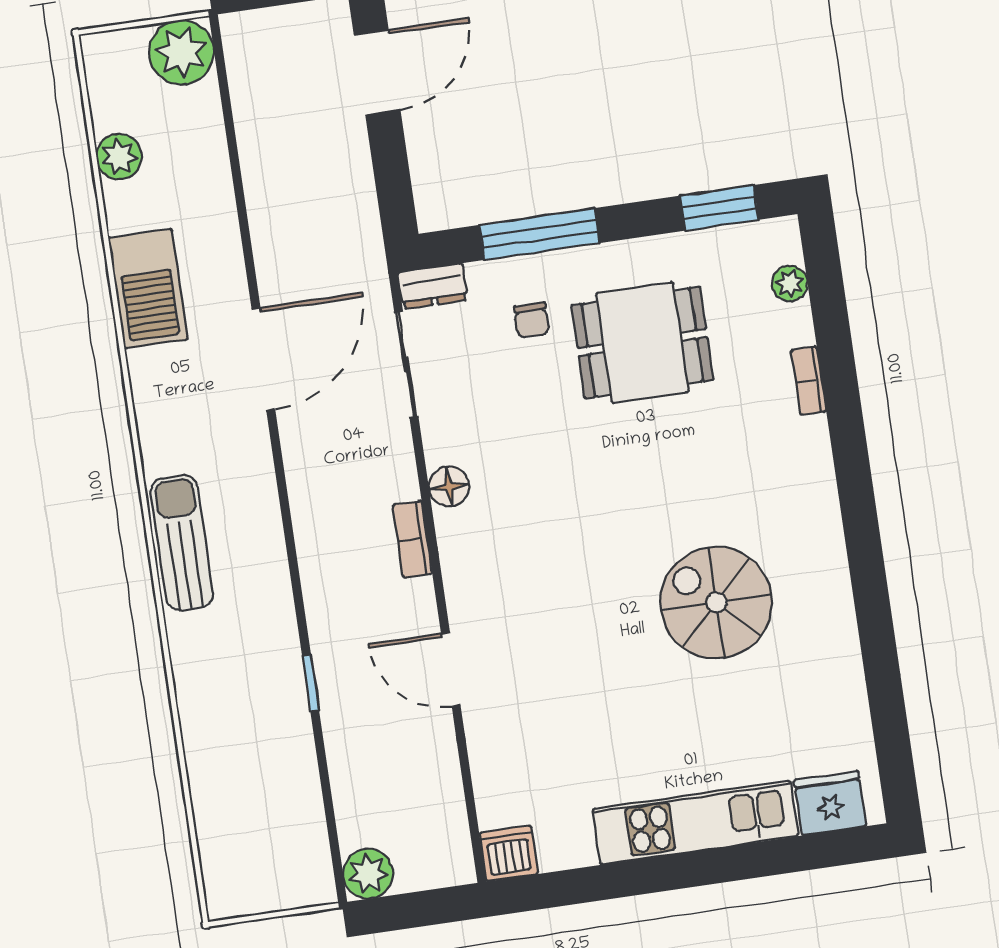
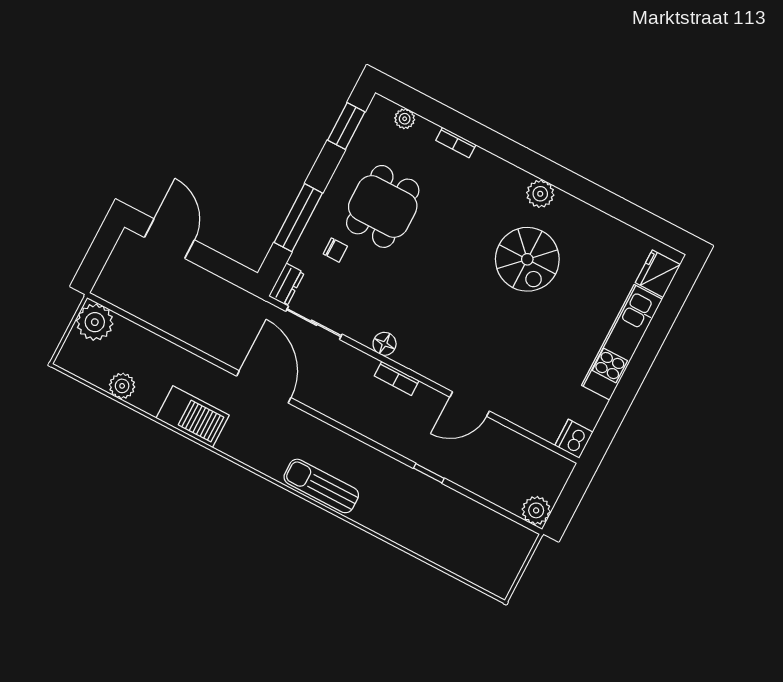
plant: (823, 553) -> (540, 194), added
spiral stairs: (716, 603) -> (527, 259), turned -90

